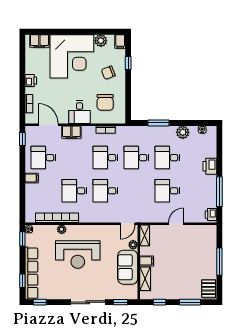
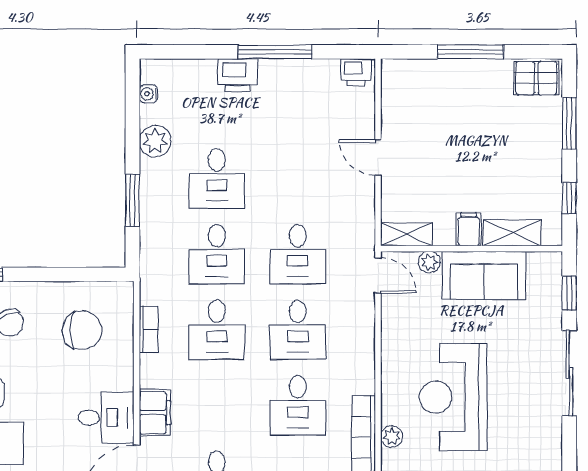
desk: (80, 112) -> (106, 418), moved
desk: (167, 191) -> (298, 254), moved
window: (219, 192) -> (275, 52), moved
reception desk: (78, 254) -> (453, 397), turned 180

